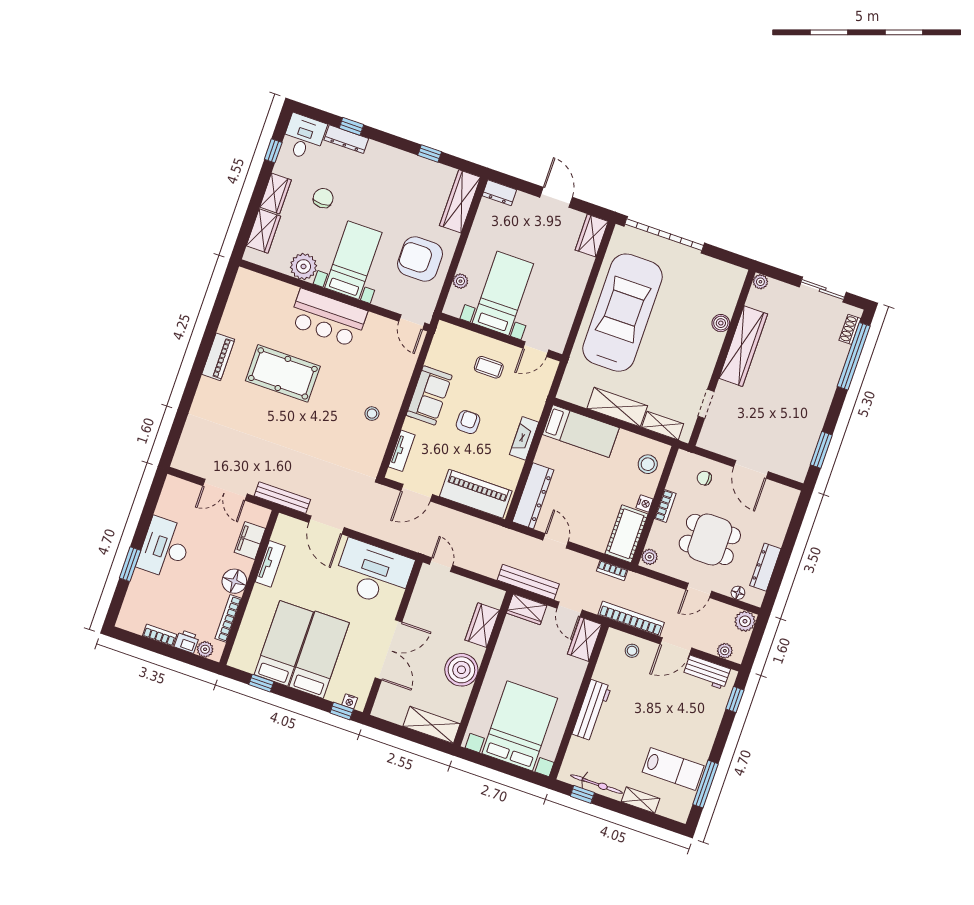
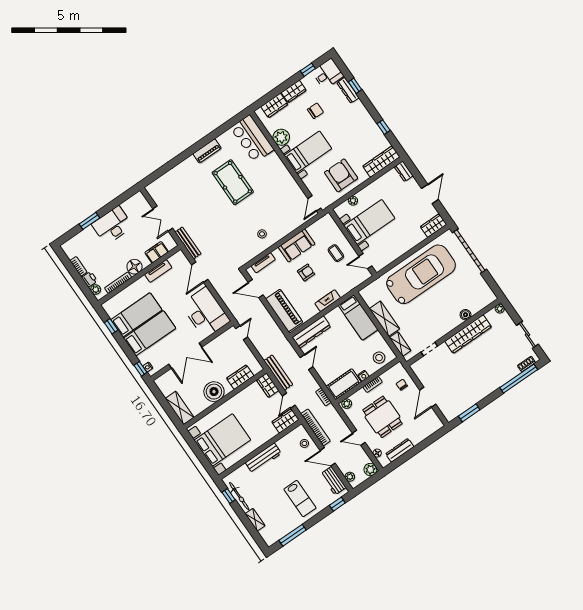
bar counter: (328, 318) -> (252, 139), moved
lab bench: (673, 769) -> (300, 499), moved

